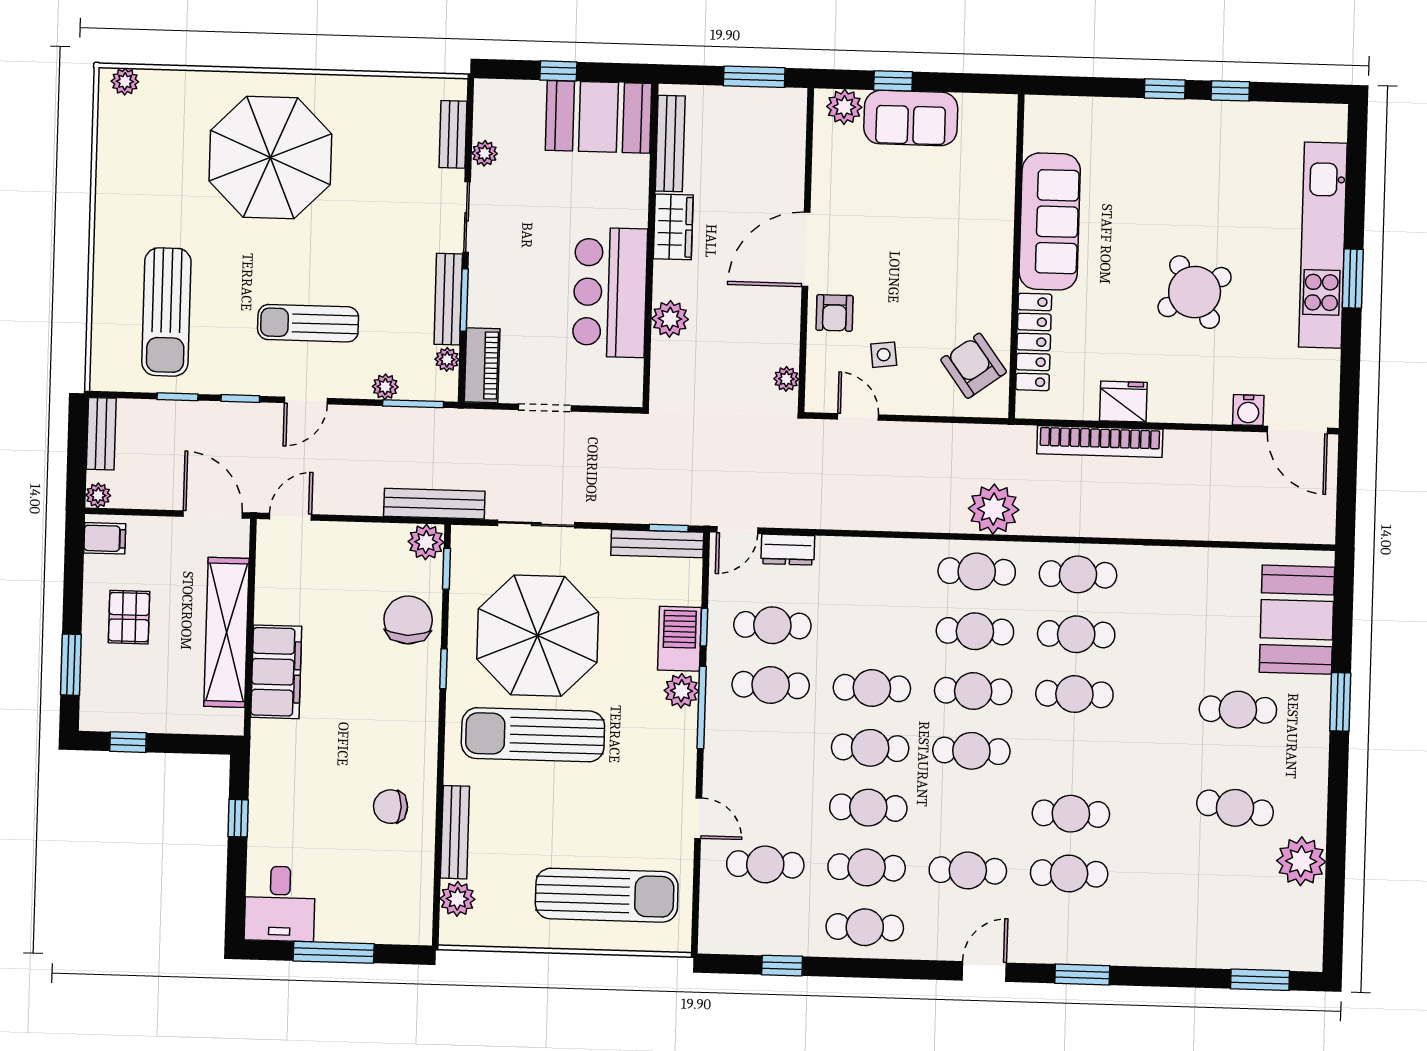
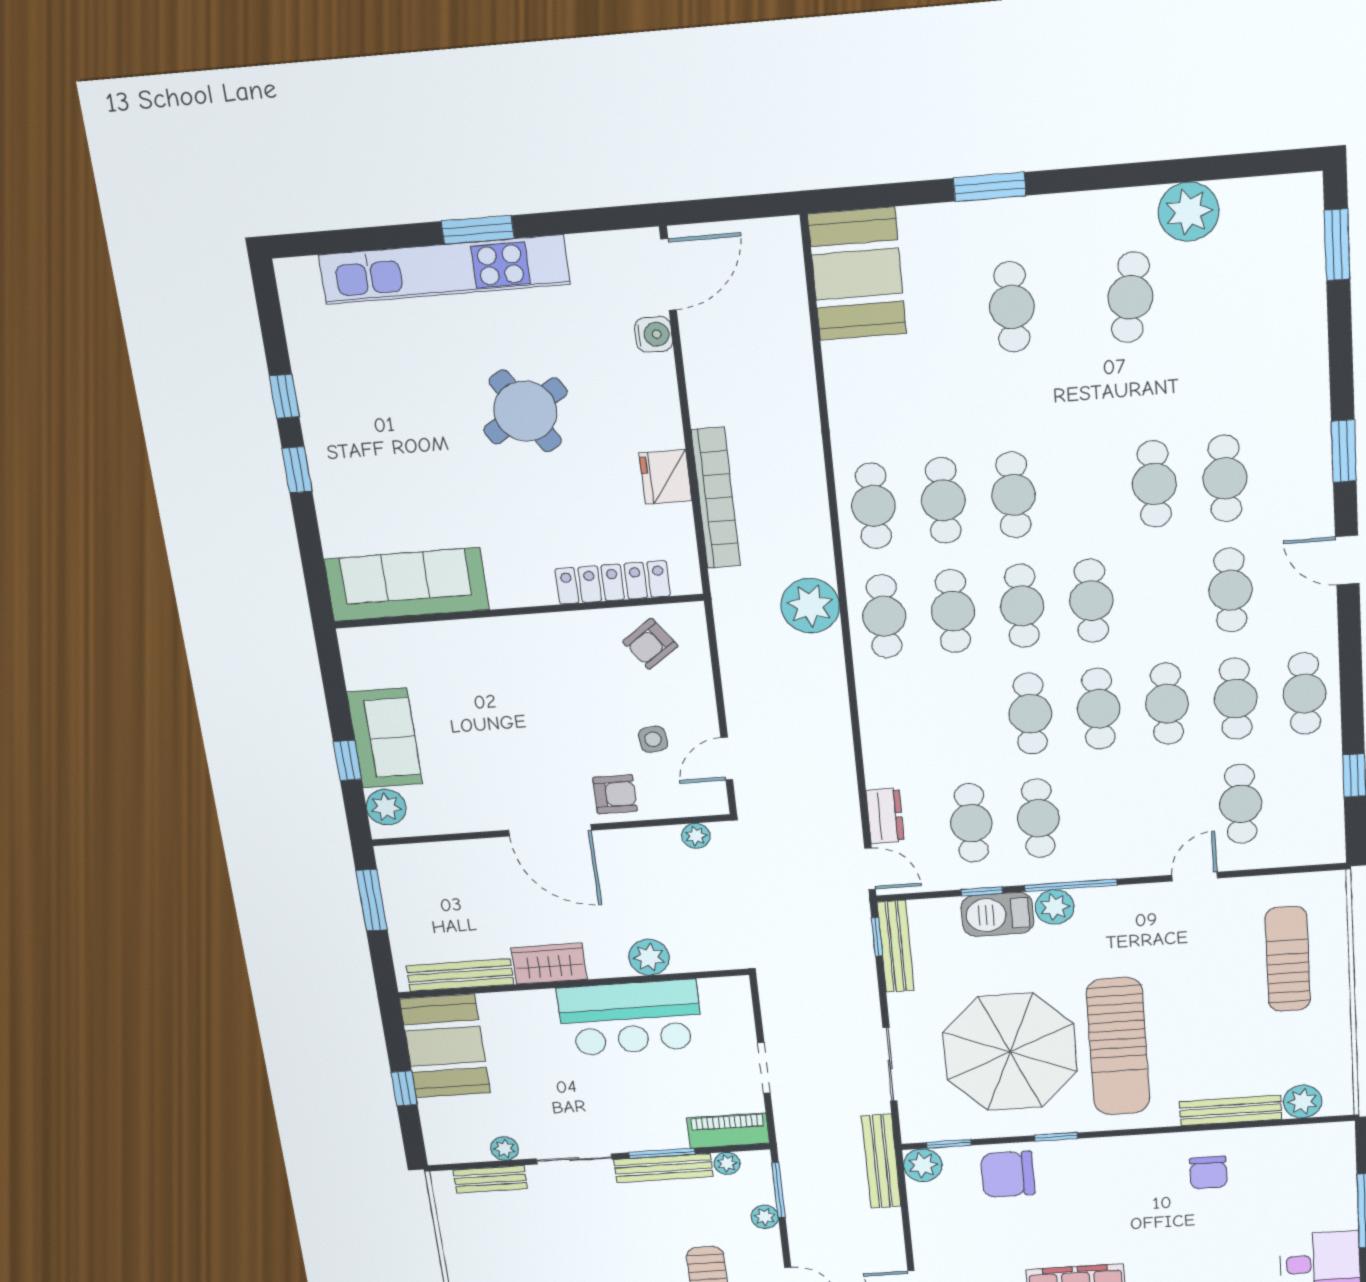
sofa: (1050, 221) -> (407, 585), moved
armchair: (974, 366) -> (650, 644), width x0.72, depth x0.72
booth: (1297, 620) -> (857, 274), moved, turned 90
sun lounger: (607, 895) -> (1288, 959), width x0.73, depth x0.75

